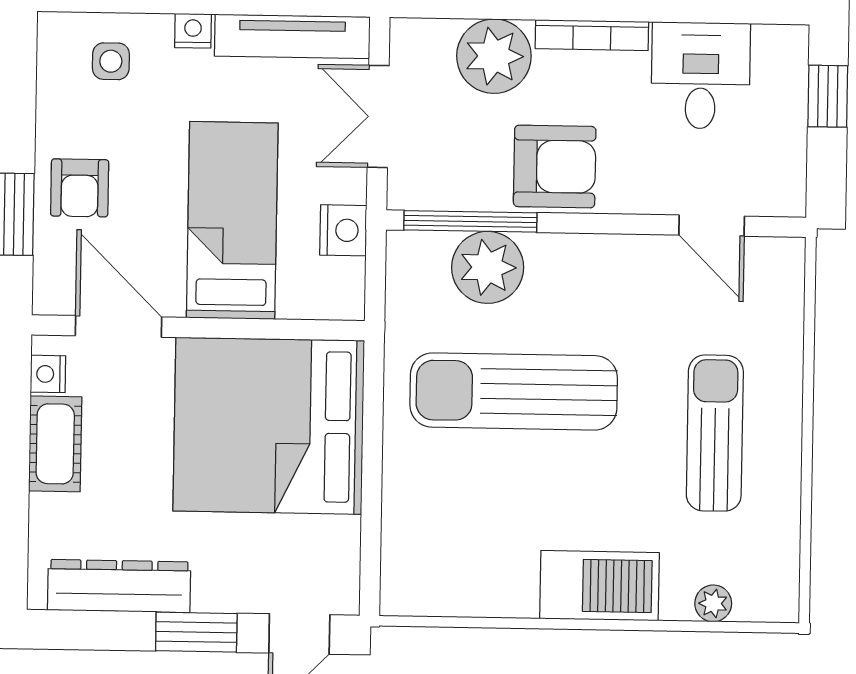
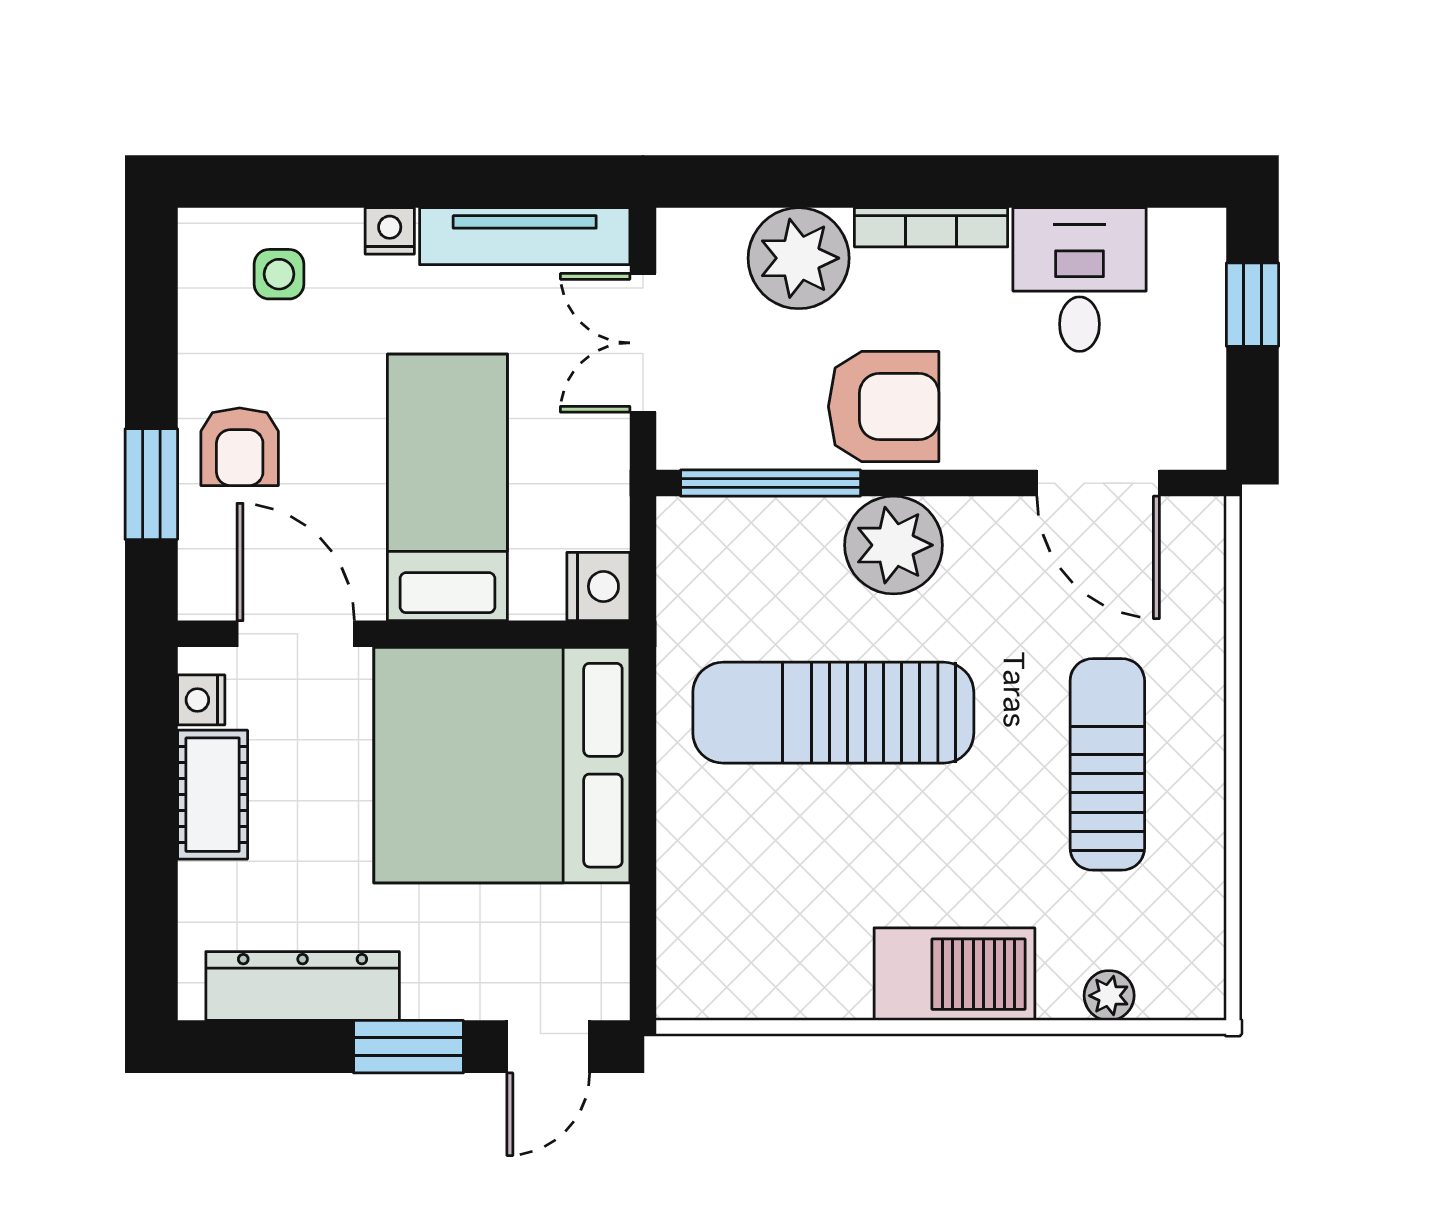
door: (712, 226) -> (1098, 483), width x1.38
nightstand: (343, 230) -> (598, 586), moved
plant: (488, 267) -> (894, 545), moved

